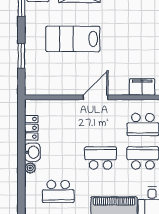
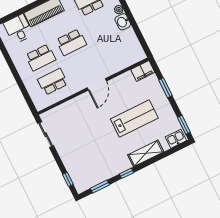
filing cabinet: (142, 87) -> (143, 71), moved
locker: (31, 128) -> (132, 39), removed

